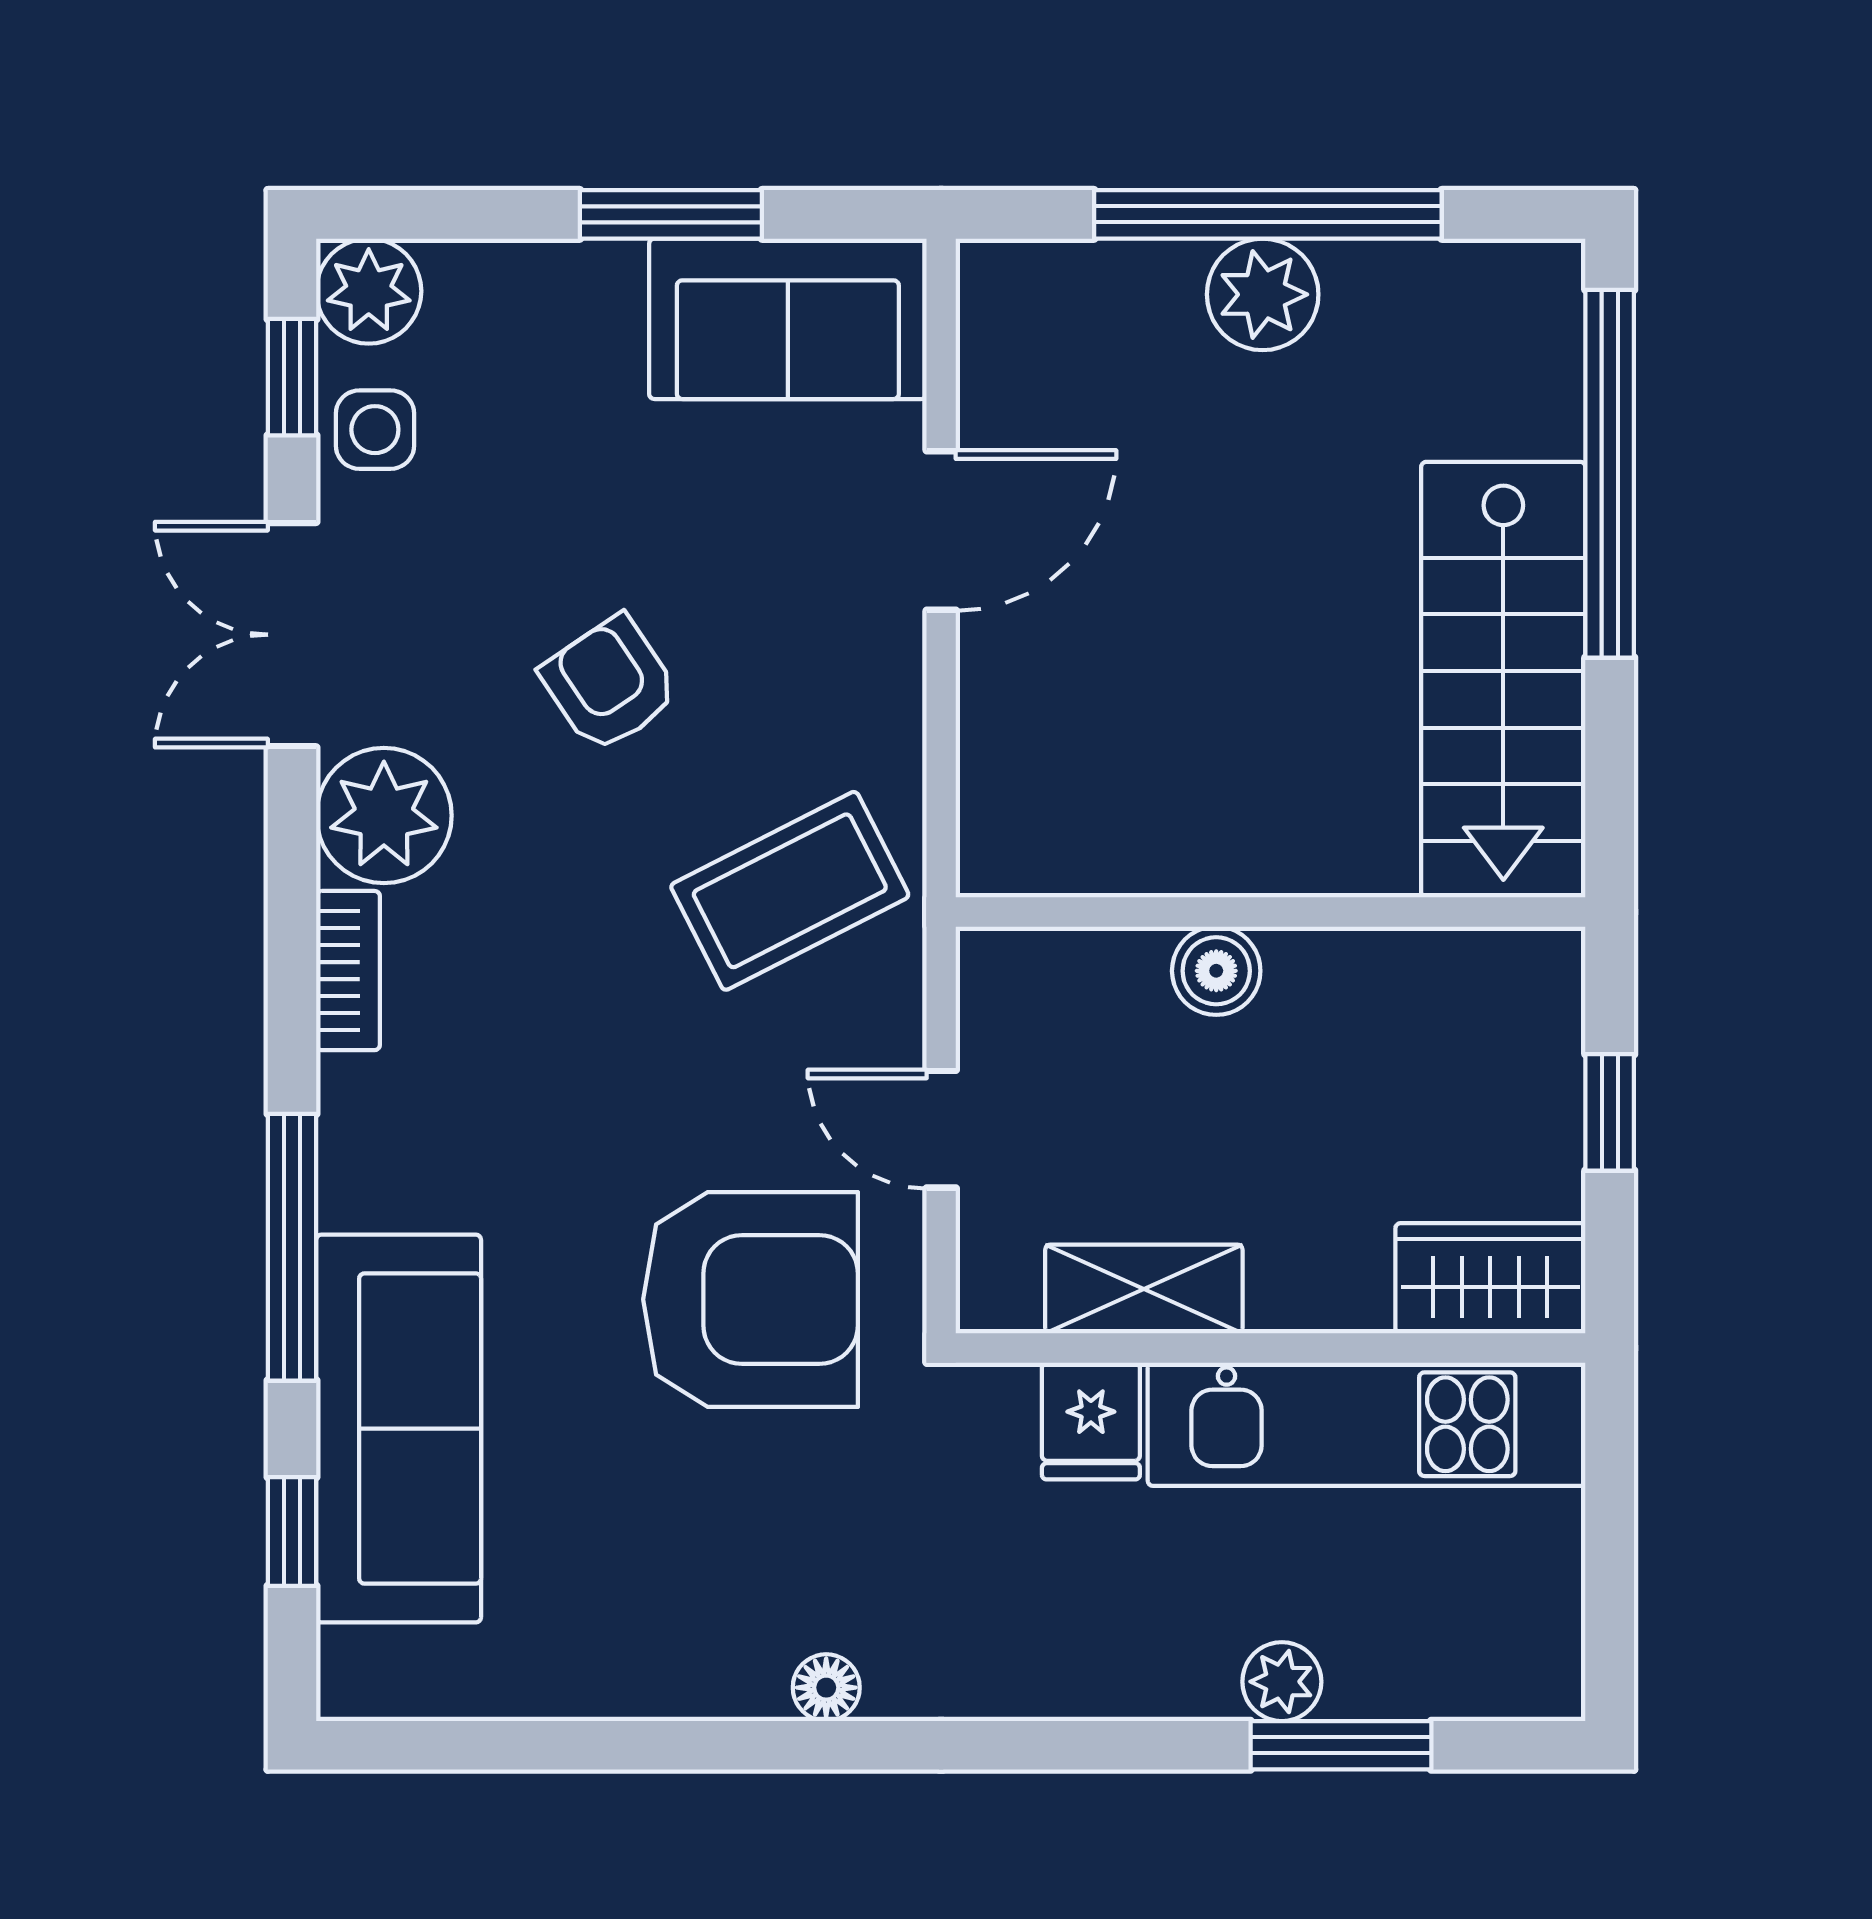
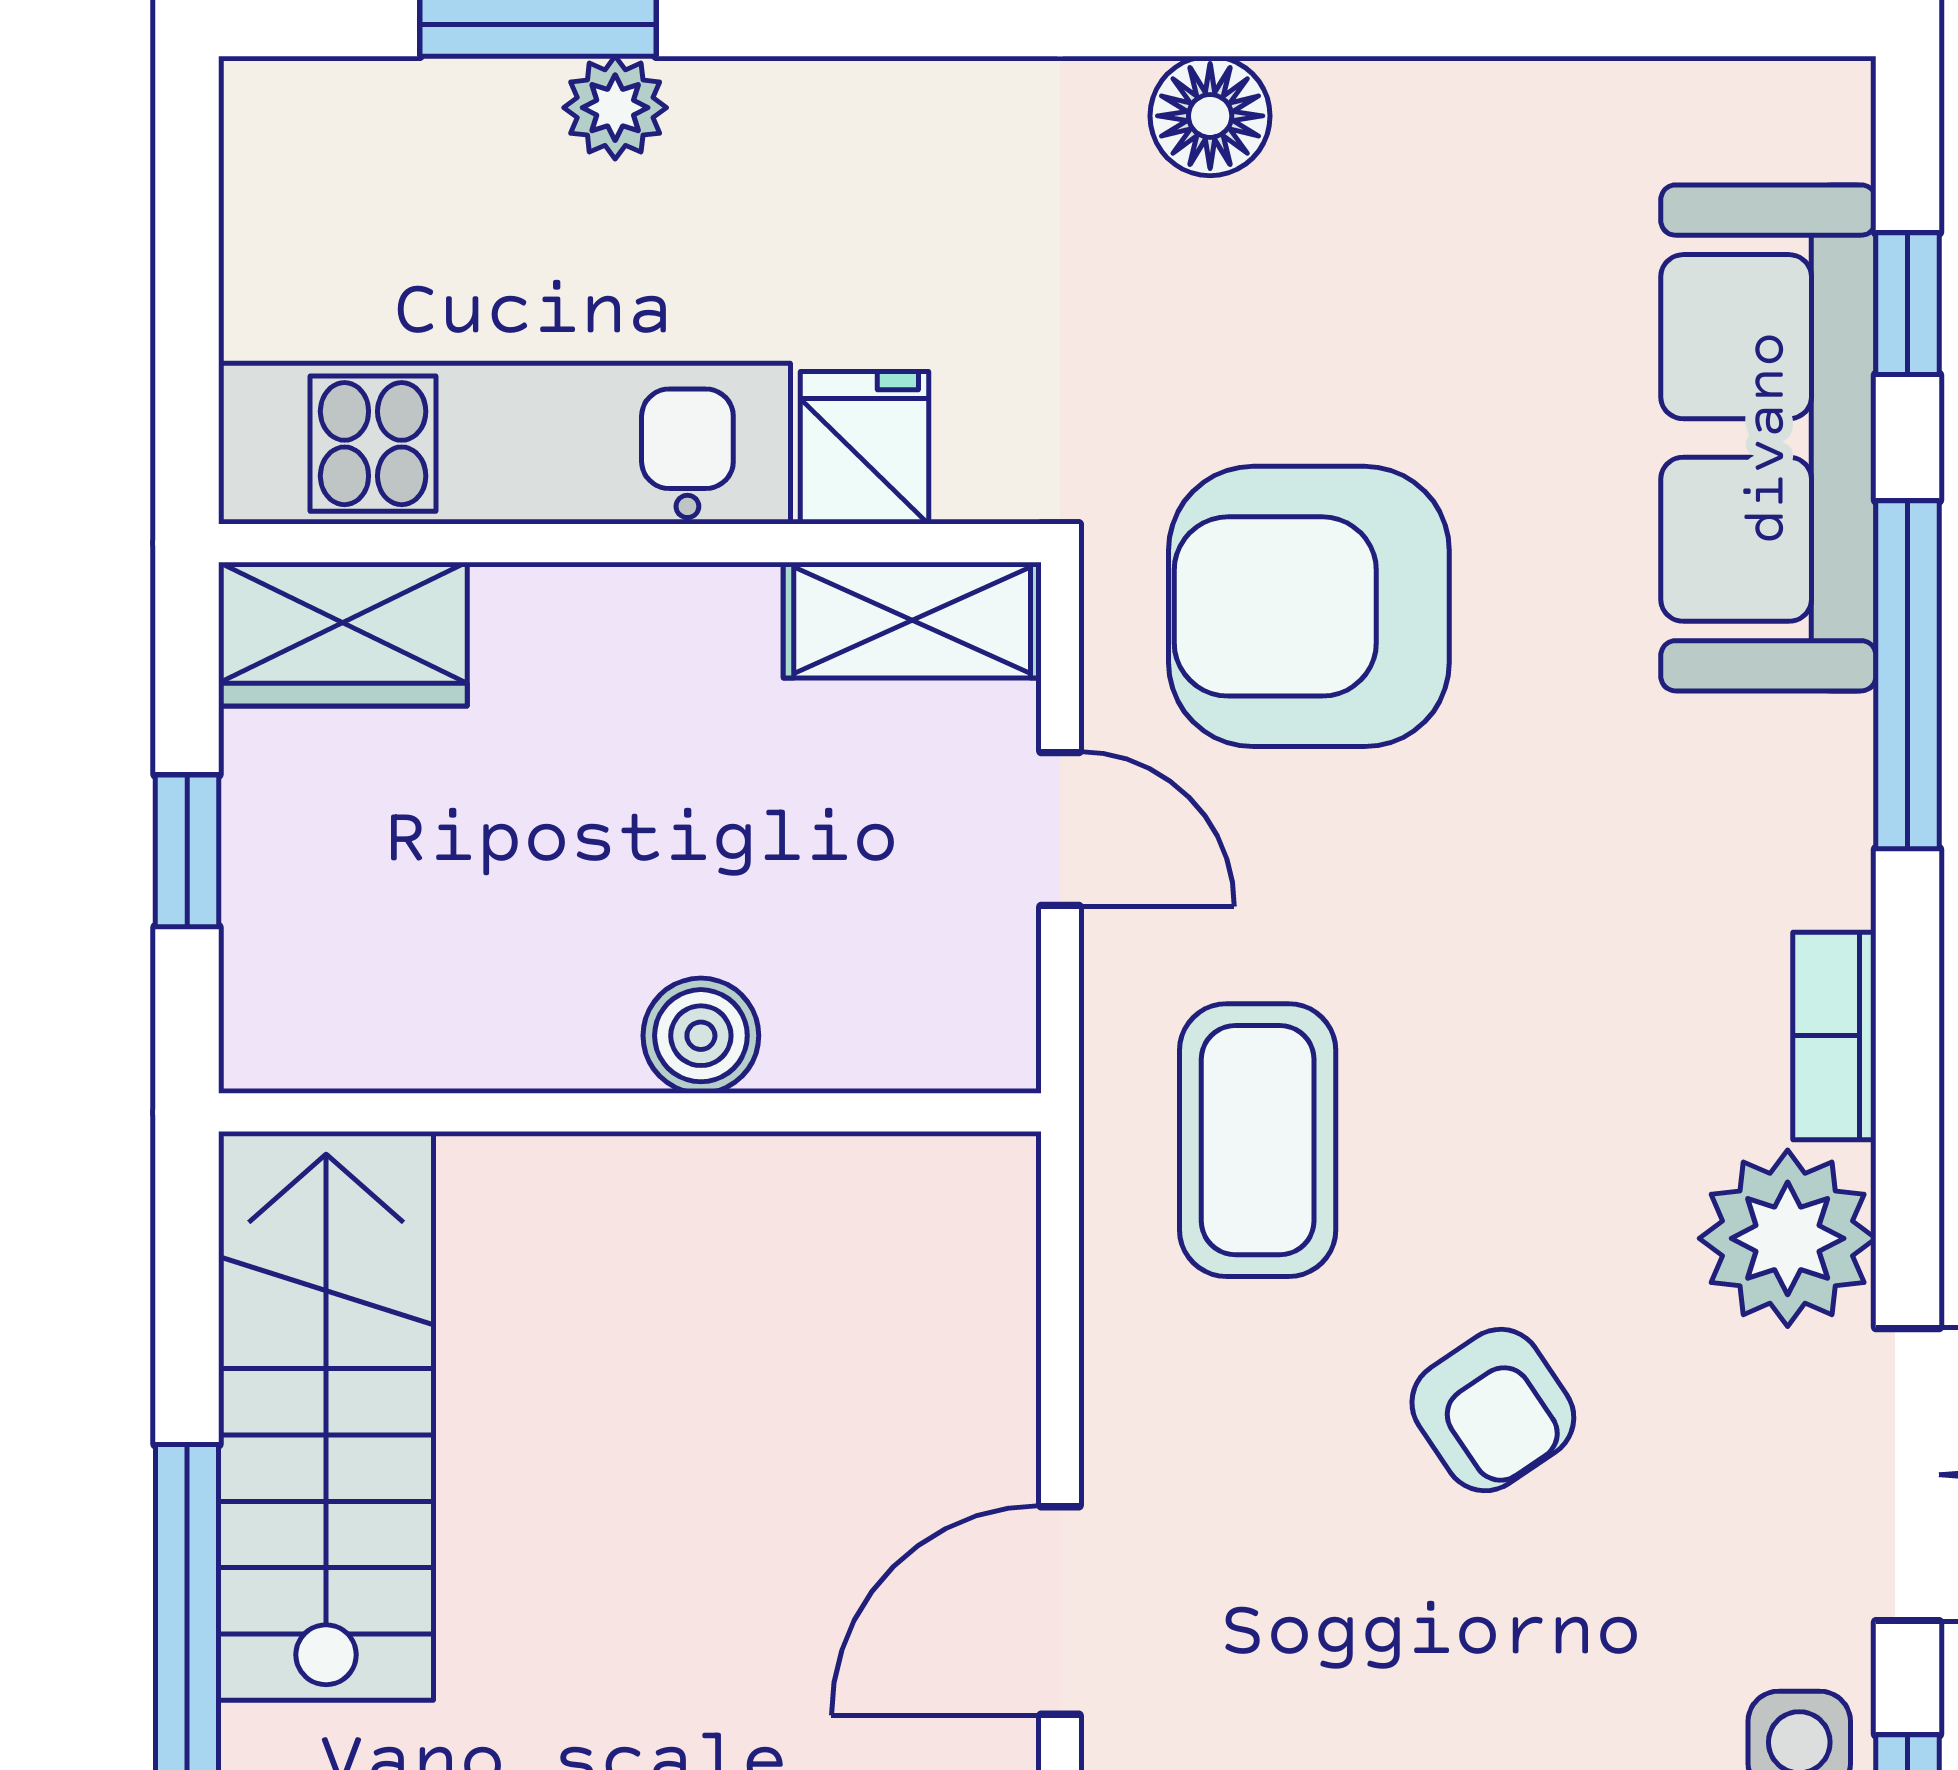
coffee table: (790, 891) -> (1258, 1140), turned -63
shelving: (1144, 1289) -> (912, 620), moved
floor lamp: (826, 1688) -> (1210, 116), width x1.37, depth x1.37

